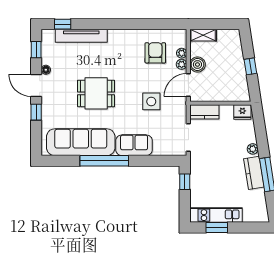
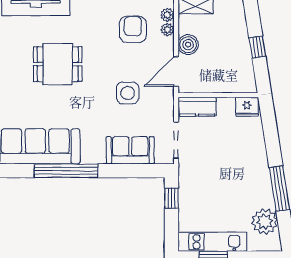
plant: (182, 64) -> (167, 15), moved
dining table: (96, 93) -> (58, 64), moved
sofa: (134, 145) -> (130, 150), moved
plant: (253, 149) -> (265, 222), moved, width x1.88, depth x1.88
kitchen counter: (254, 173) -> (262, 187), removed

